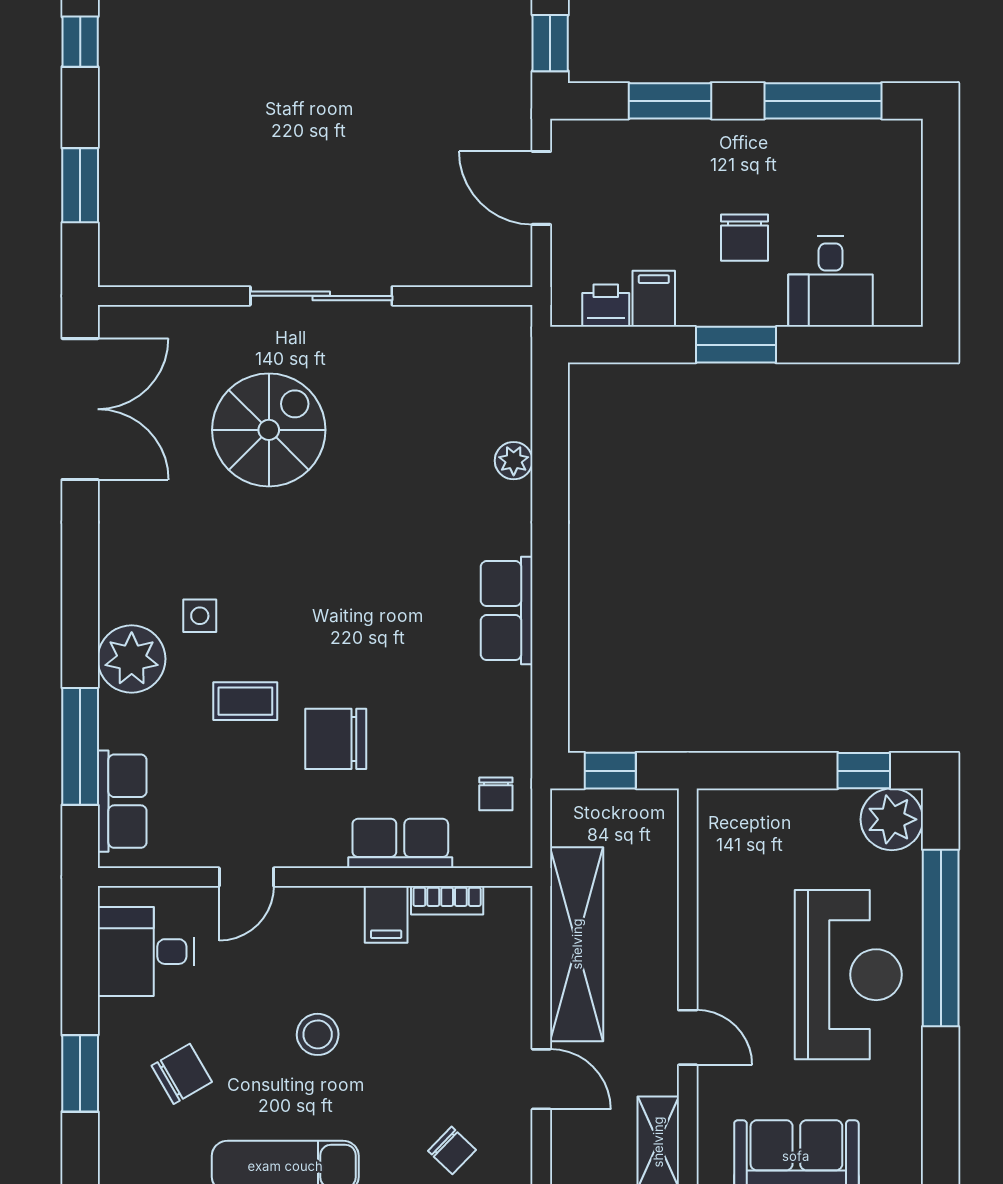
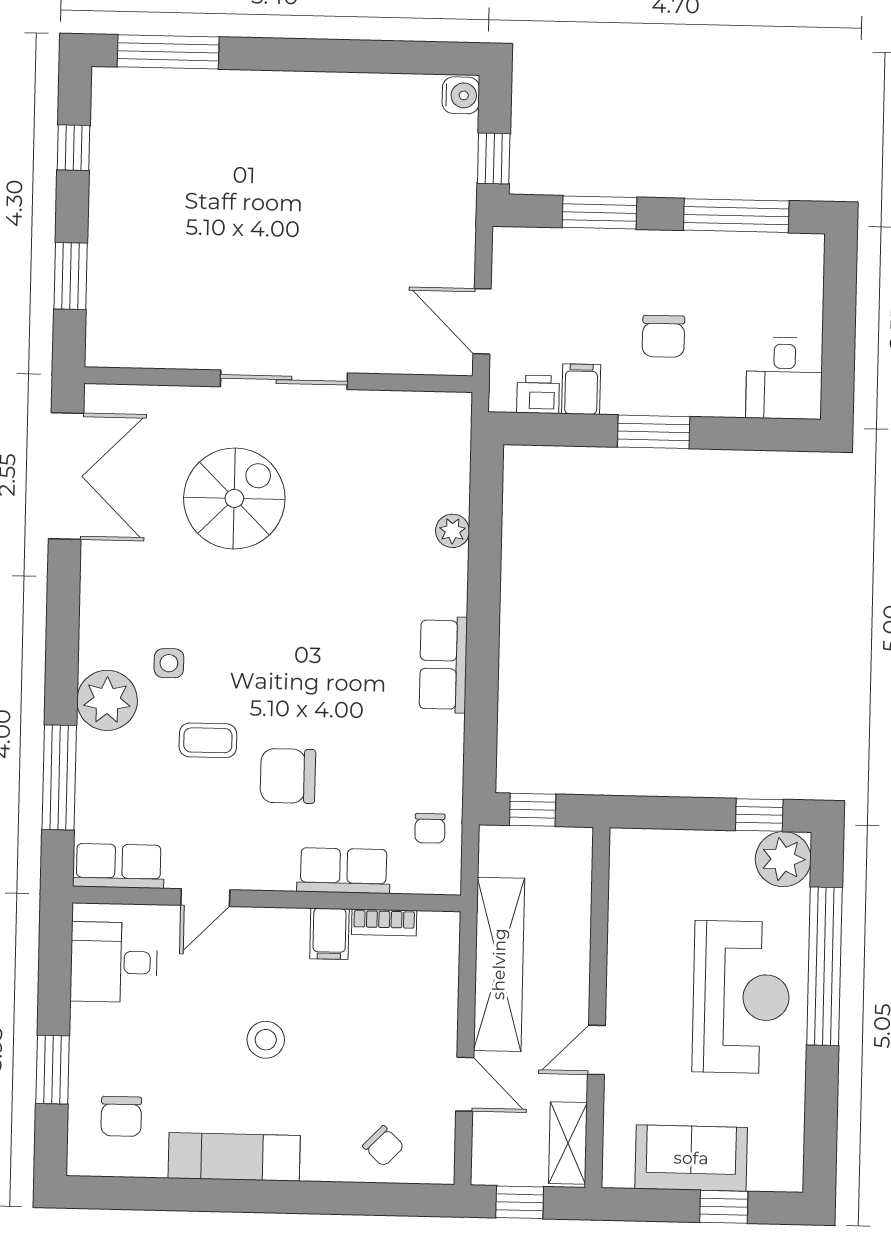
door: (541, 188) -> (482, 321), moved
desk: (831, 282) -> (784, 378), moved
row of seats: (122, 801) -> (119, 866), moved, turned -90
door: (688, 1037) -> (596, 1050), swing flipped
chair: (182, 1074) -> (121, 1116), moved, turned 120

